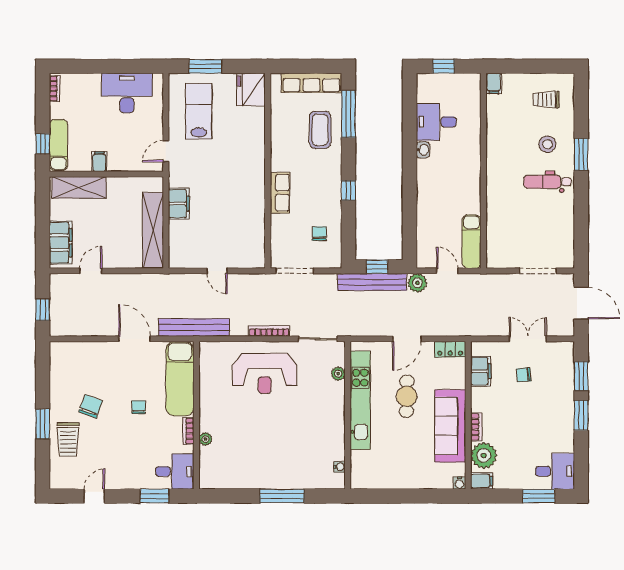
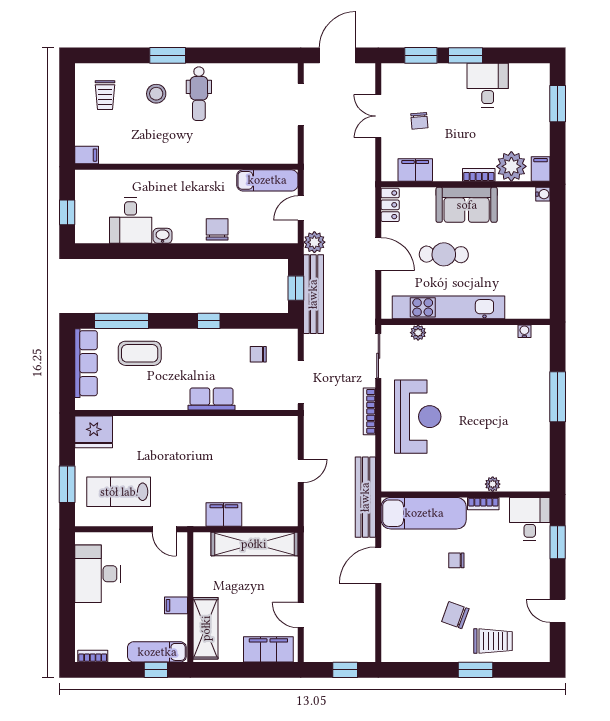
chair: (429, 198) -> (217, 229), added
sofa: (450, 426) -> (467, 205), width x0.73
desk: (555, 471) -> (488, 85), moved

